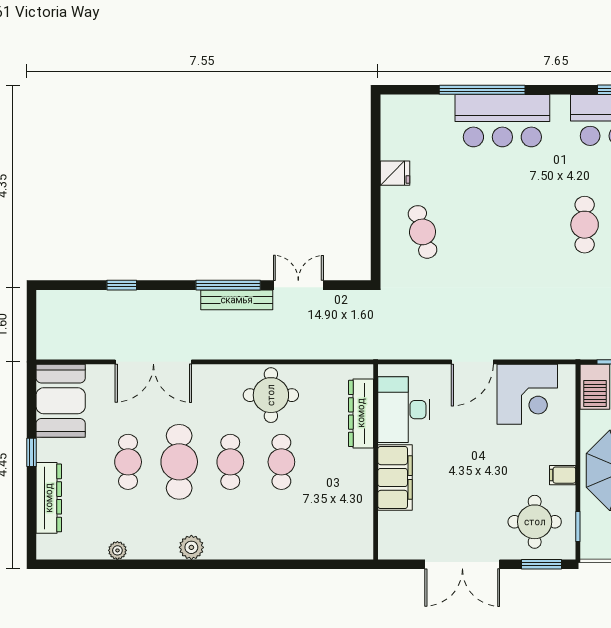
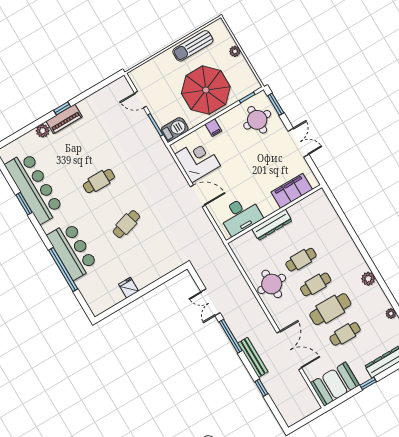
cafe table: (423, 232) -> (126, 224), moved
bench: (237, 300) -> (253, 357), moved
dresser: (361, 413) -> (272, 225), moved
filing cabinet: (563, 475) -> (213, 128), moved
filing cabinet: (395, 478) -> (292, 191), moved
double door: (462, 564) -> (298, 143), width x0.73

